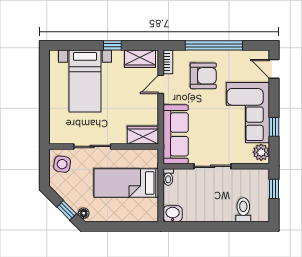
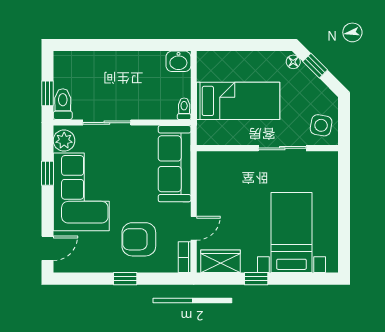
window: (214, 45) -> (125, 279), width x0.32
door: (274, 69) -> (47, 248), hinge flipped
wardrobe: (143, 135) -> (217, 163), removed
sliding door: (213, 166) -> (107, 123), moved
toilet: (243, 210) -> (63, 104), moved, turned 180

